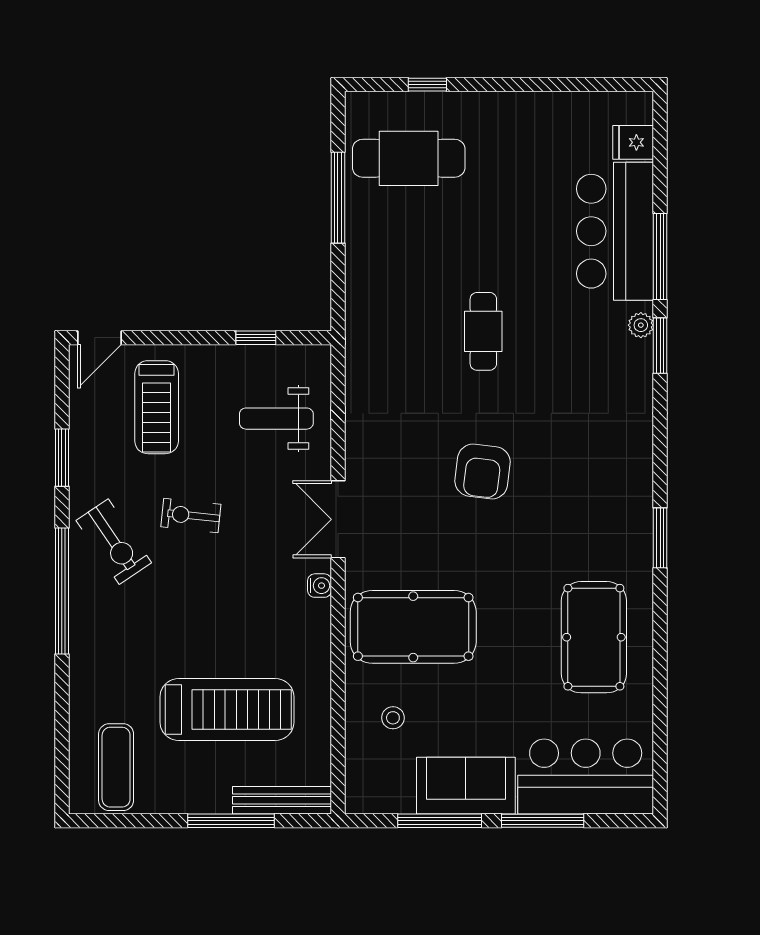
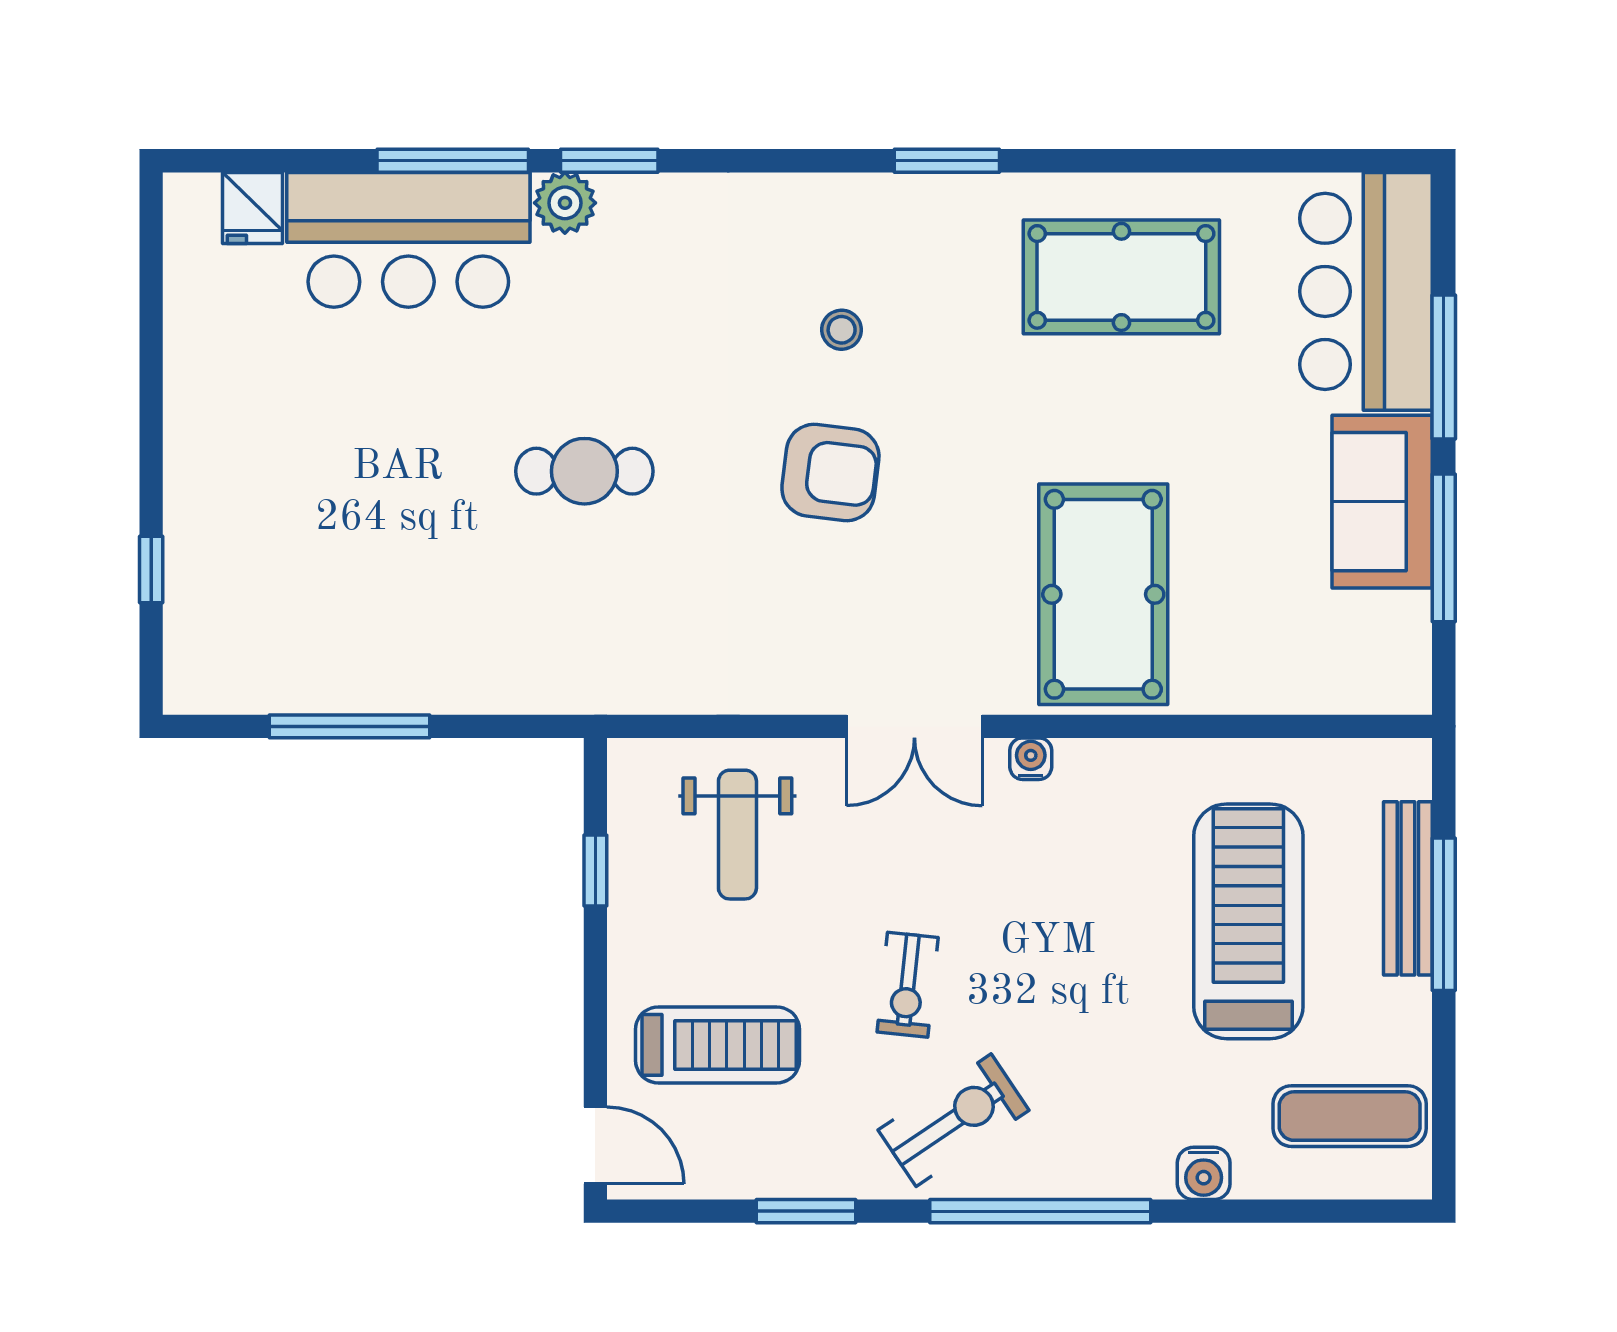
cafe table: (409, 158) -> (280, 602), removed
plant: (641, 325) -> (565, 203), width x1.38, depth x1.38
water cooler: (83, 684) -> (1204, 1173), added
stool: (393, 718) -> (842, 330), moved
bench: (282, 800) -> (1408, 888), moved

